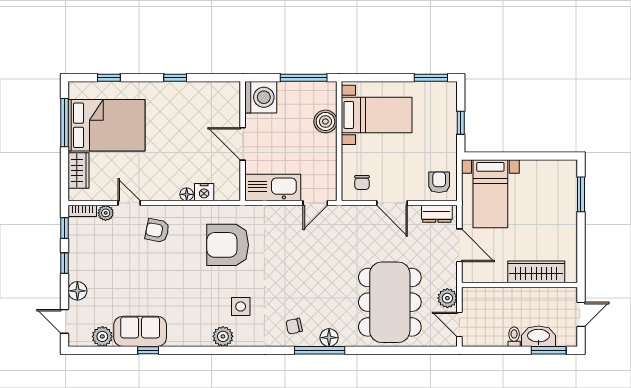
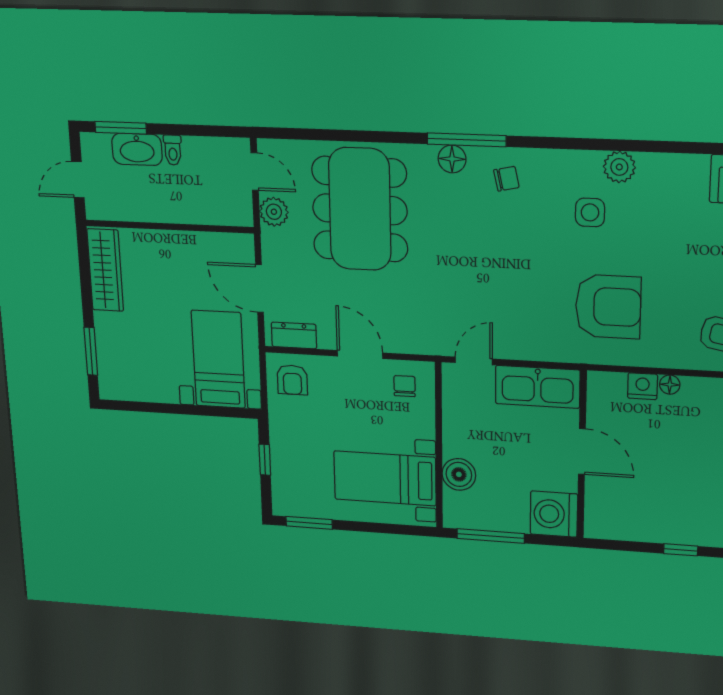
wardrobe: (536, 272) -> (105, 270), moved, turned -90

